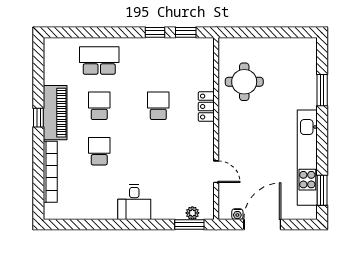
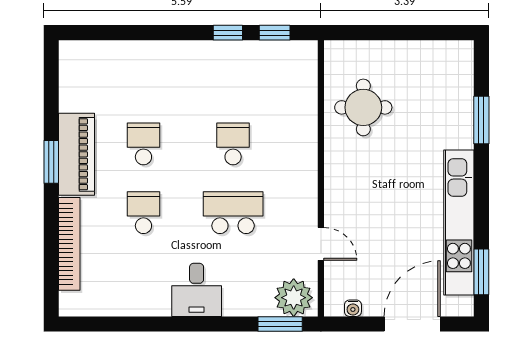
school desk: (99, 60) -> (233, 213), moved
locker: (206, 107) -> (306, 145), removed
window: (38, 118) -> (51, 162), width x1.50
plant: (192, 213) -> (294, 298), width x1.87, depth x1.87
door: (262, 225) -> (412, 324), moved

